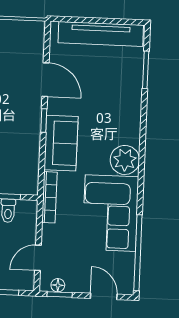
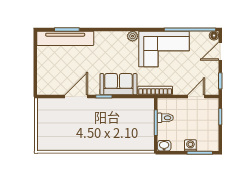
tv unit: (101, 34) -> (65, 38), moved, turned 90
plant: (125, 160) -> (133, 36), width x0.53, depth x0.53
door: (38, 258) -> (196, 96), swing flipped
floor lamp: (58, 285) -> (214, 36), moved

